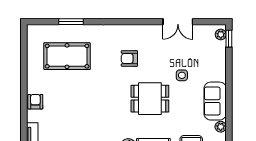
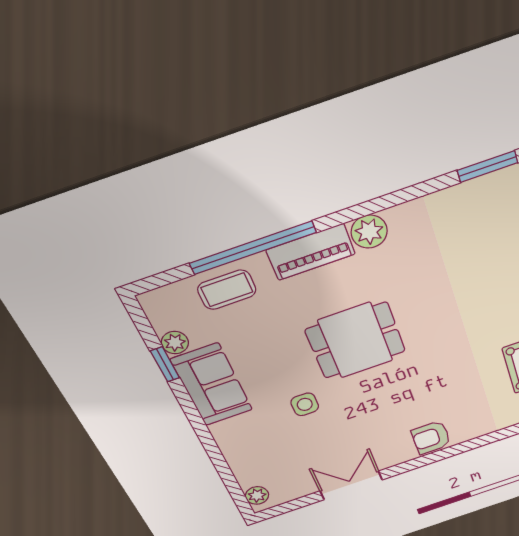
window: (229, 39) -> (165, 364), moved
armchair: (129, 58) -> (431, 438), moved, turned 180

